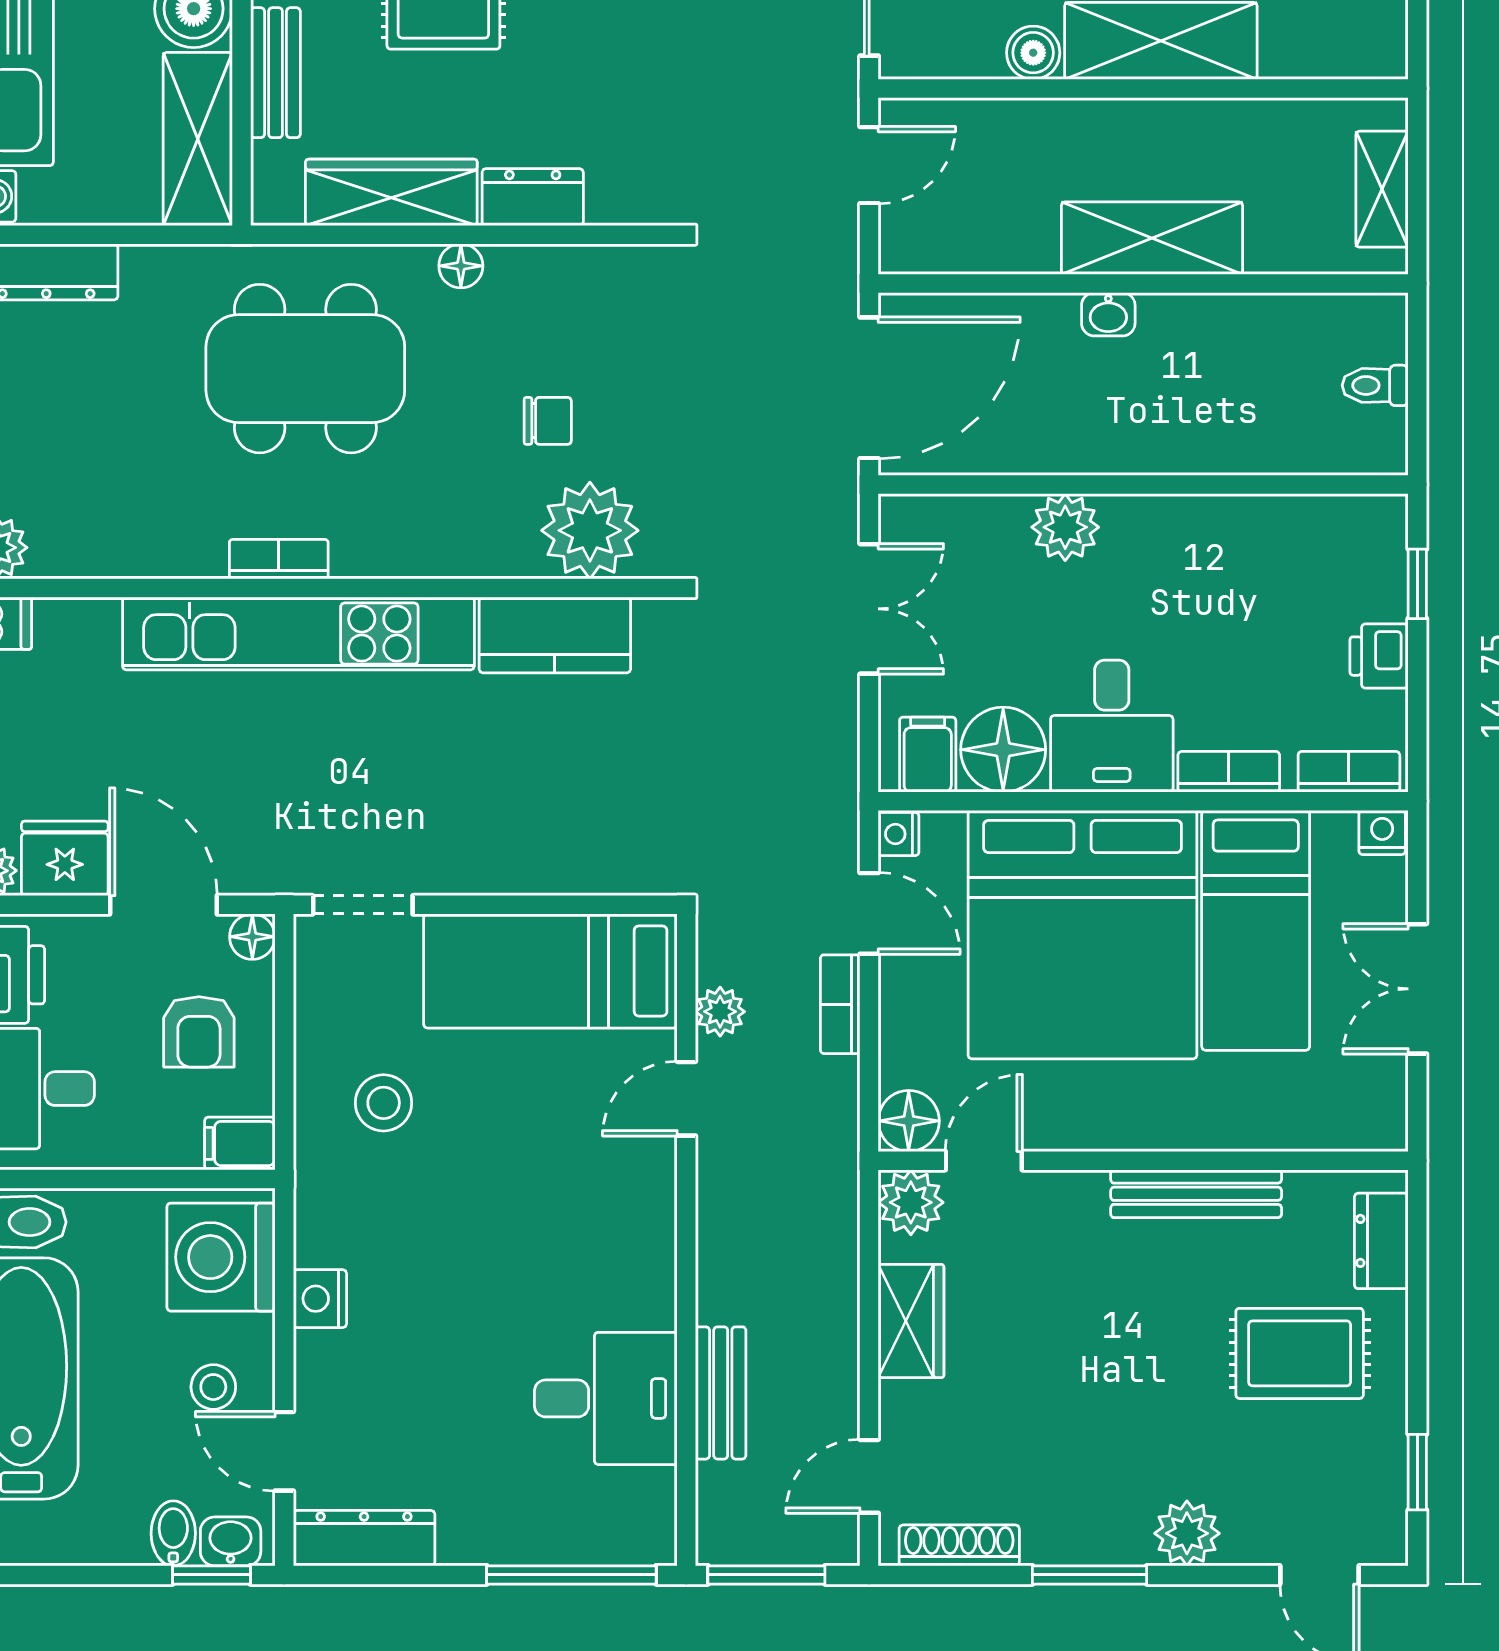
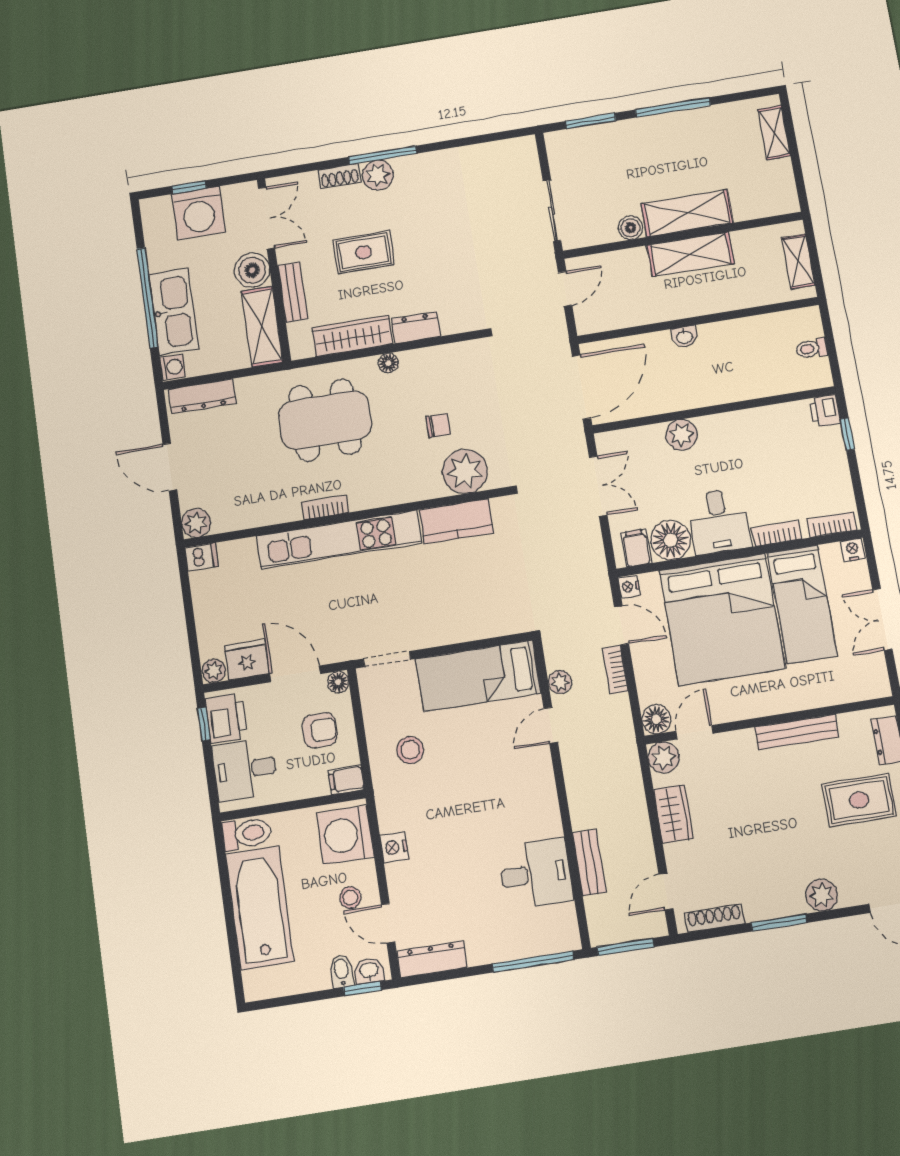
shelving: (1152, 238) -> (690, 254), moved
printer: (1379, 656) -> (825, 411), moved
armchair: (199, 1032) -> (320, 730), turned -90

